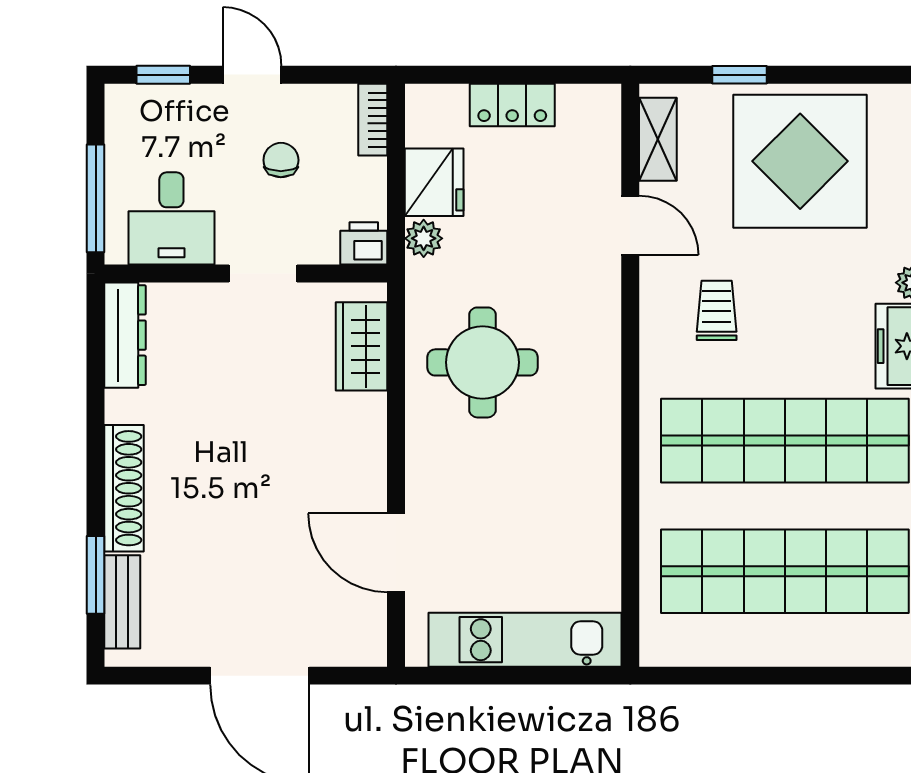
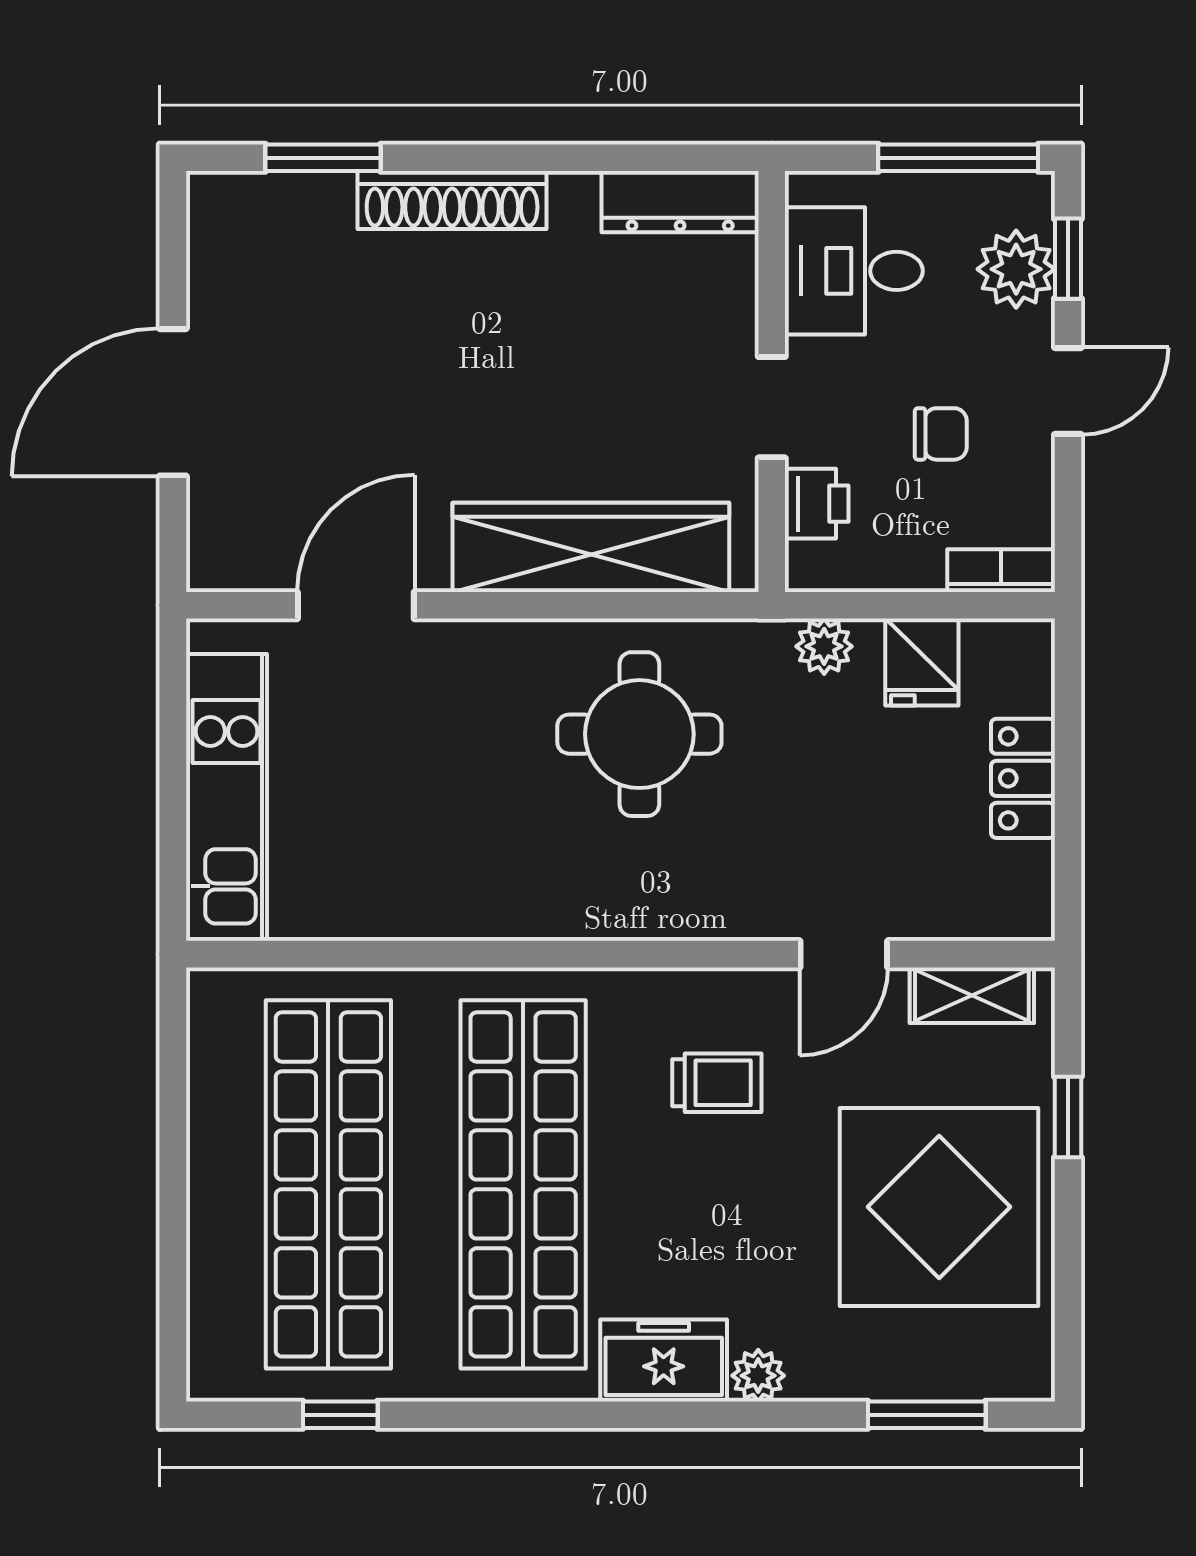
plant: (170, 109) -> (1016, 269), added
fridge: (434, 182) -> (922, 662), width x0.72
window: (96, 198) -> (958, 158), moved
printer: (364, 243) -> (817, 504), moved
wardrobe: (362, 346) -> (591, 547), width x2.10, depth x1.17
bench: (122, 602) -> (283, 198), removed

